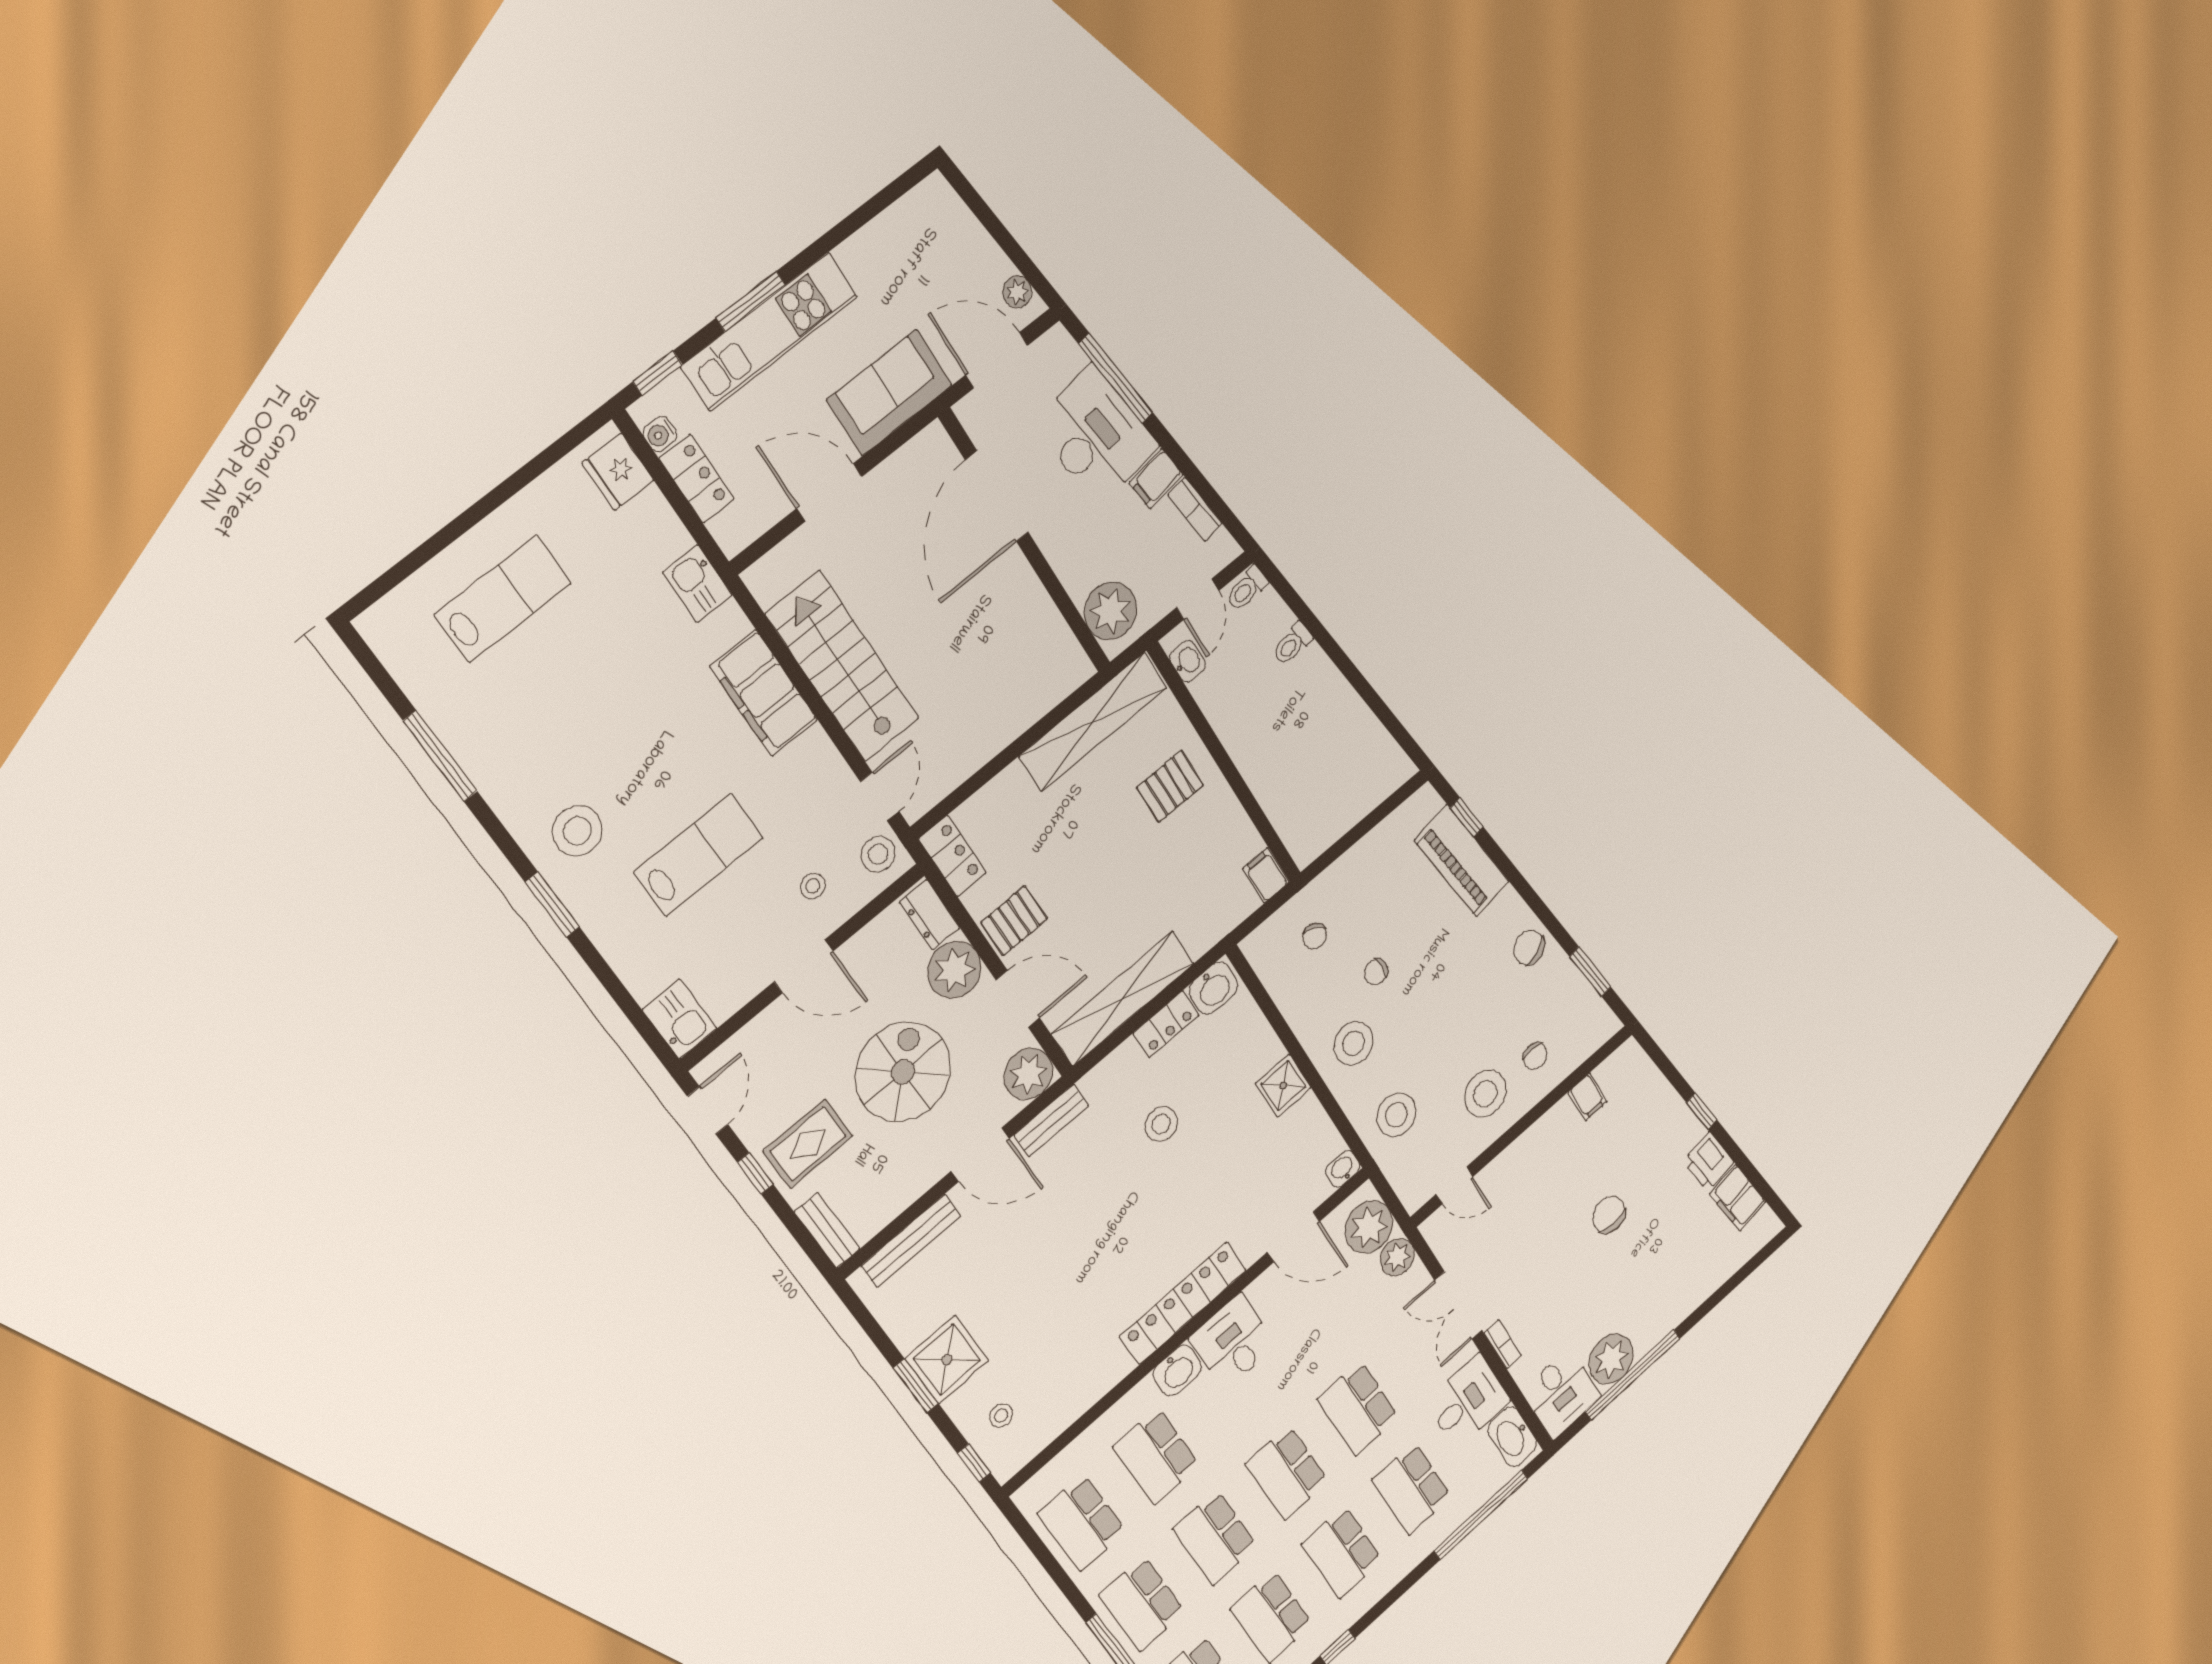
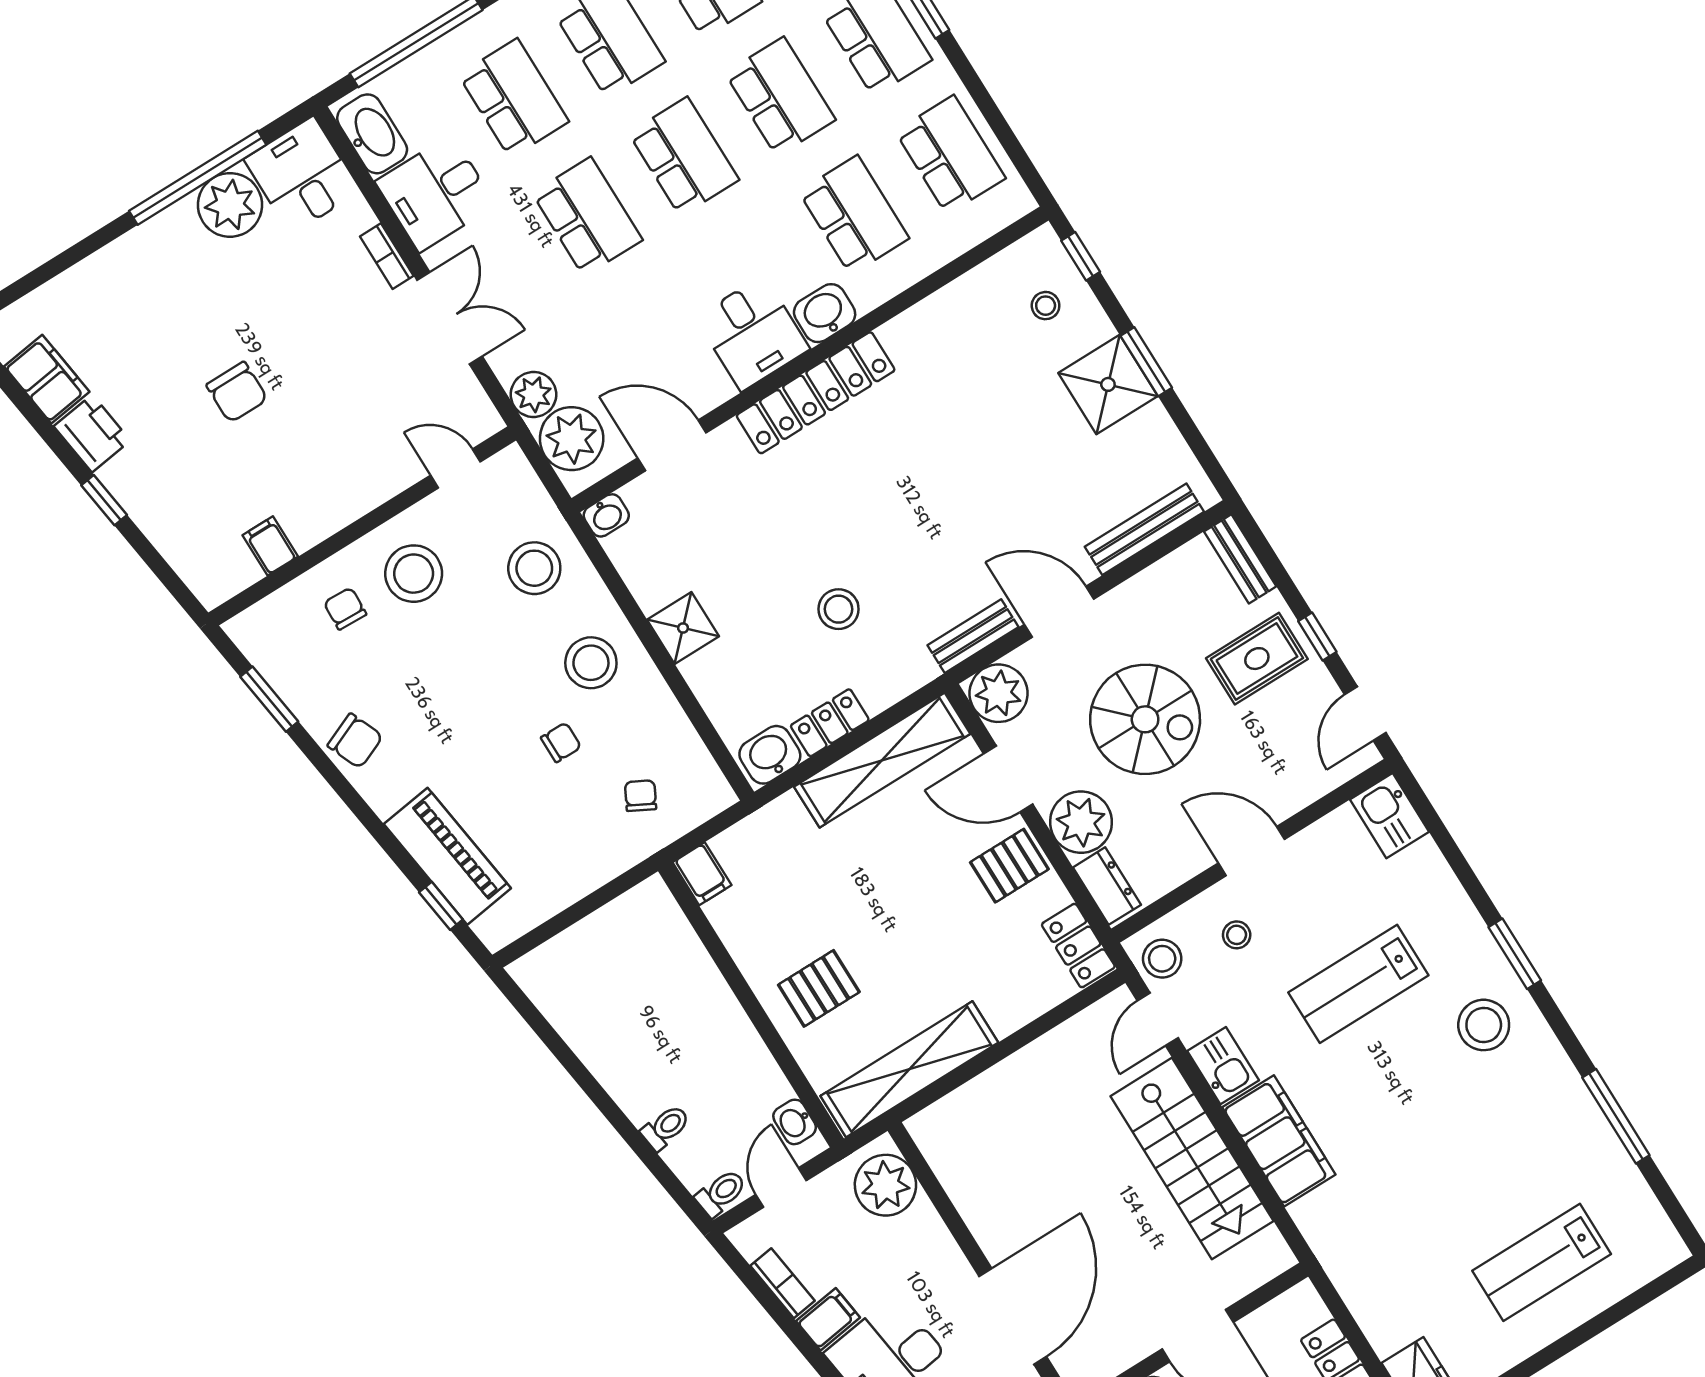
kitchen sink: (697, 584) -> (1223, 1066), moved
spiral stairs: (903, 1072) -> (1145, 719), turned -90

